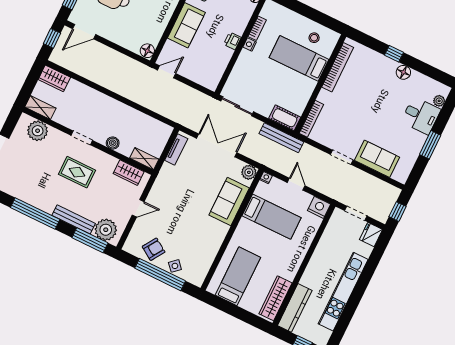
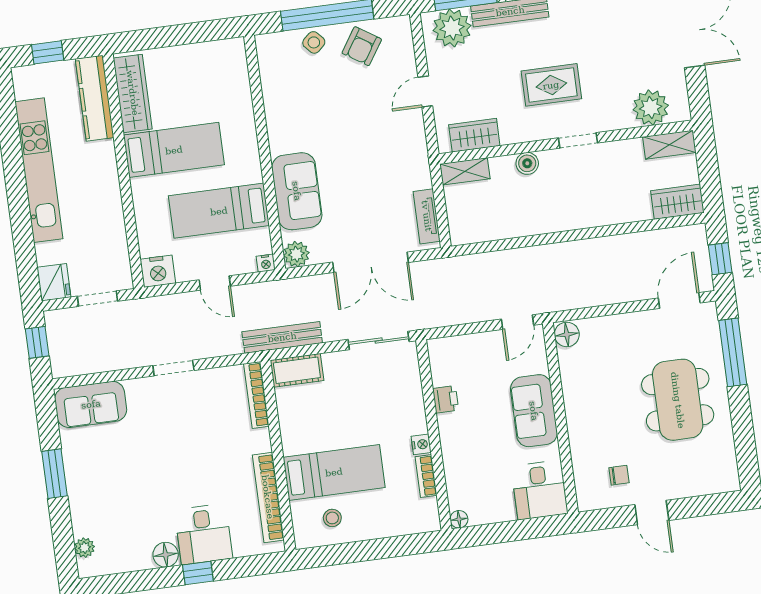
printer: (232, 41) -> (446, 399), moved
desk: (421, 116) -> (204, 534), moved, turned -90
sofa: (377, 159) -> (91, 404), moved
bed: (238, 276) -> (174, 150), moved, turned -90

